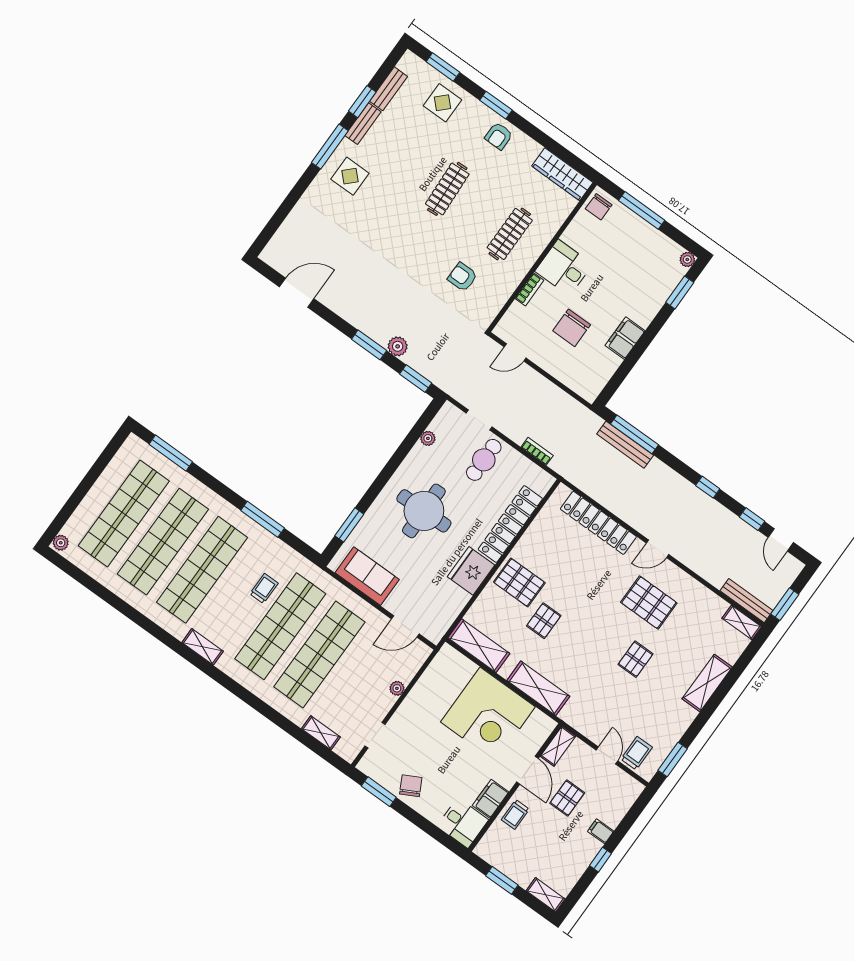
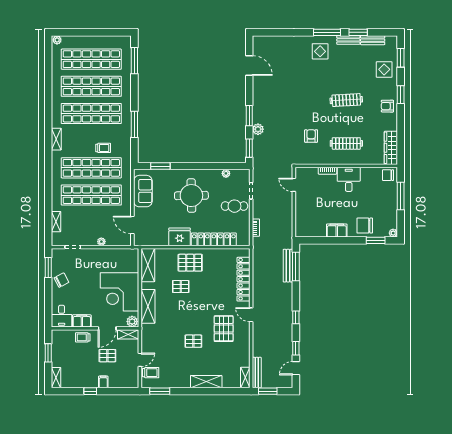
chair: (572, 328) -> (365, 226), moved
pallet: (519, 582) -> (190, 263), turned 90
plant: (544, 727) -> (132, 322), added

